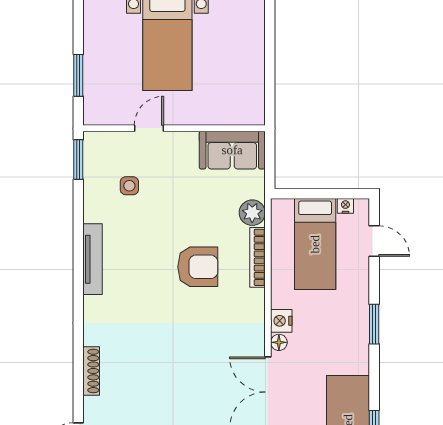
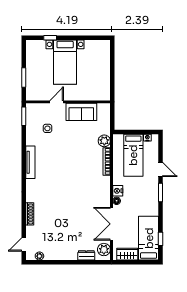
sofa: (232, 150) -> (81, 112), moved
door: (374, 241) -> (161, 170), moved
armchair: (198, 267) -> (79, 166), removed

